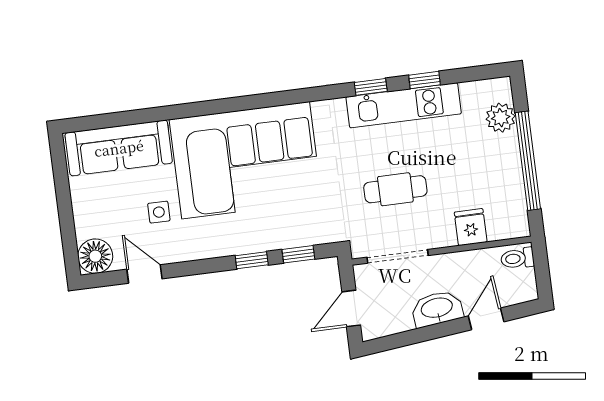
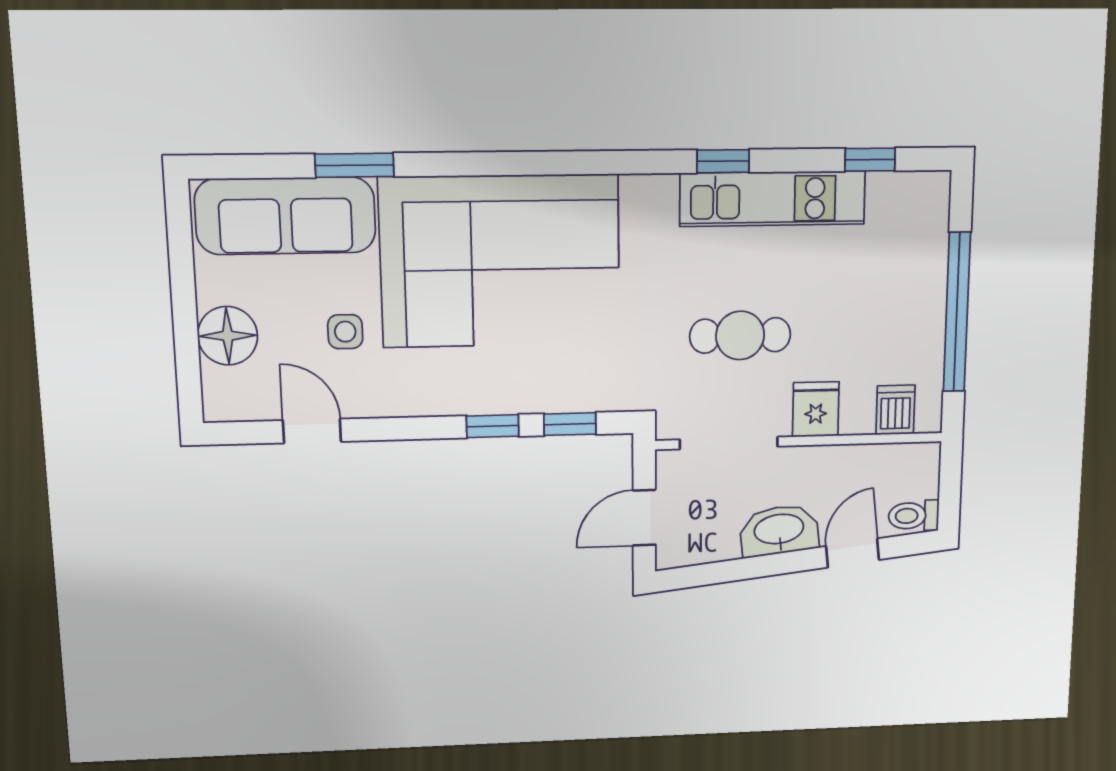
window: (425, 80) -> (870, 160), moved
window: (156, 114) -> (354, 165), added
plant: (501, 118) -> (925, 237), removed
dishwasher: (499, 225) -> (895, 410), added
fridge: (471, 227) -> (816, 409), moved
floor lamp: (95, 256) -> (228, 336), moved
toilet: (517, 258) -> (914, 516), moved

